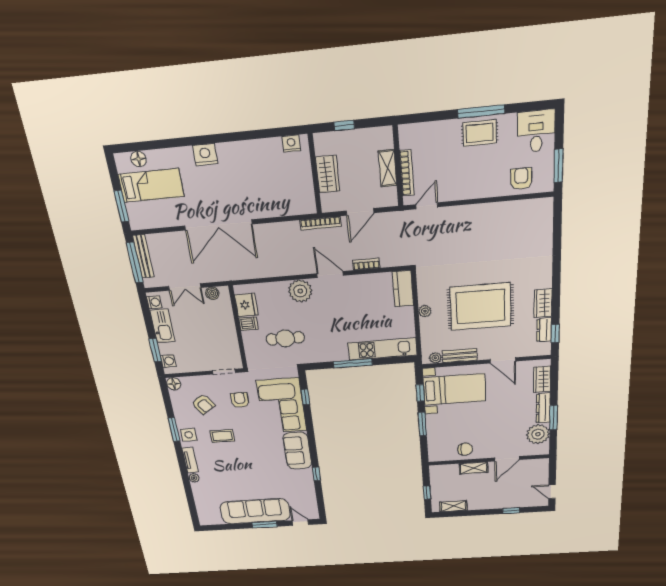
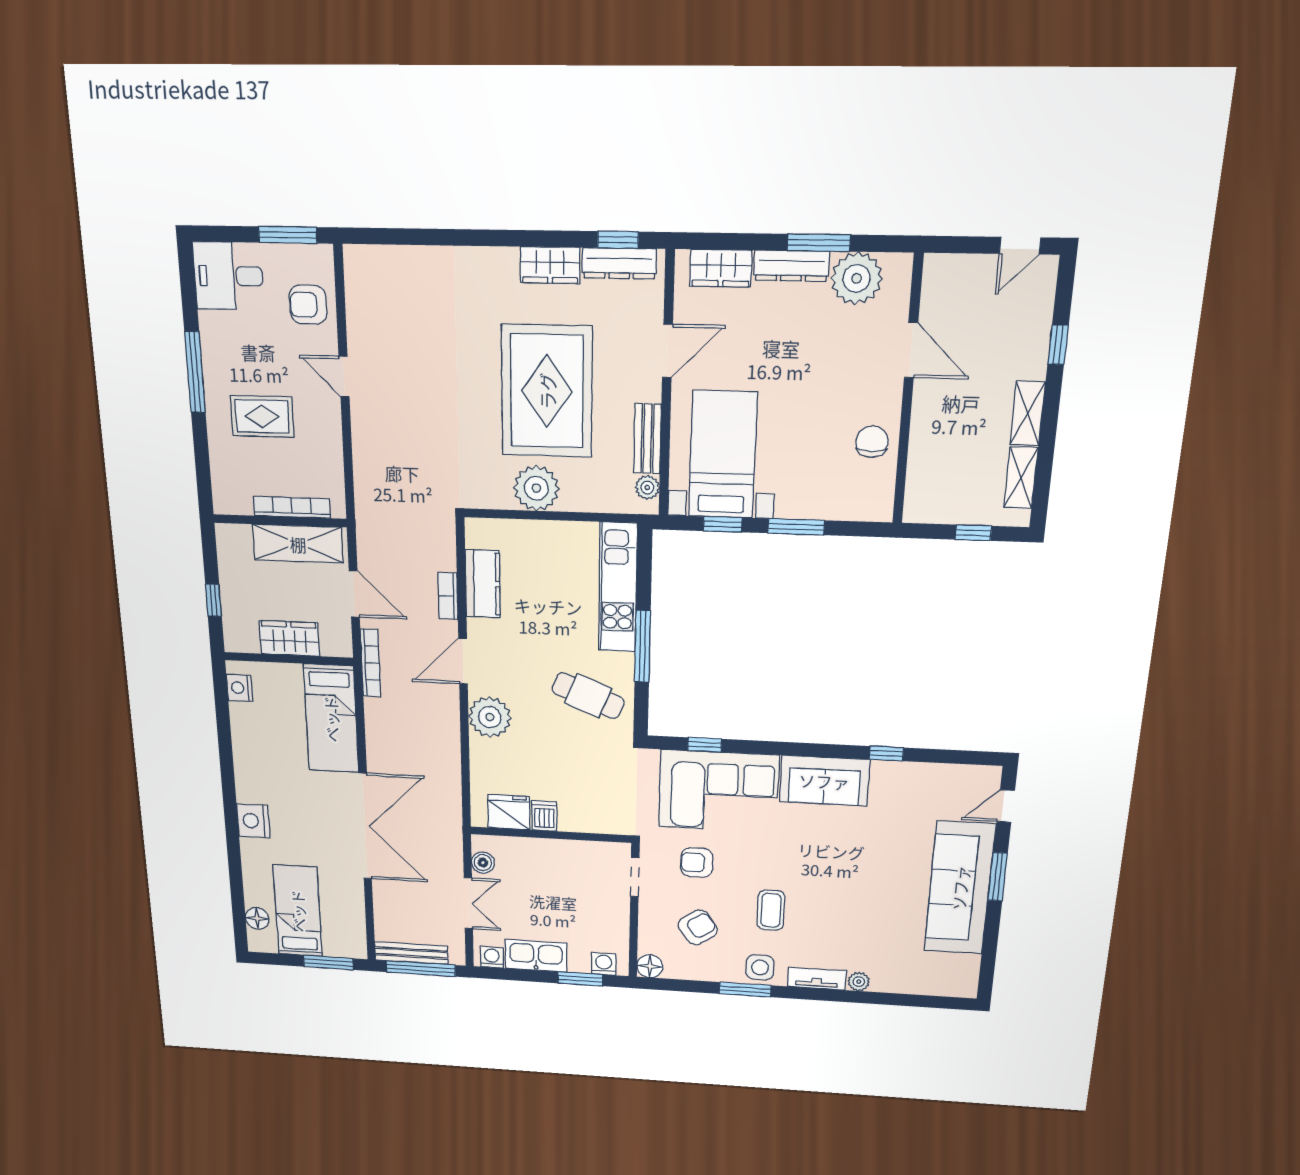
rug: (480, 133) -> (262, 416), moved, turned 90
shelving: (388, 168) -> (298, 544), width x1.50, depth x1.33
bed: (282, 202) -> (331, 719), added
door: (427, 206) -> (344, 376), moved
kitchen counter: (403, 289) -> (483, 584), moved, turned -90
plant: (425, 311) -> (536, 488), width x1.87, depth x1.87
dresser: (544, 330) -> (619, 263), width x1.44
cafe table: (285, 338) -> (588, 696), moved, turned -68
shelving: (474, 468) -> (1028, 413), moved

